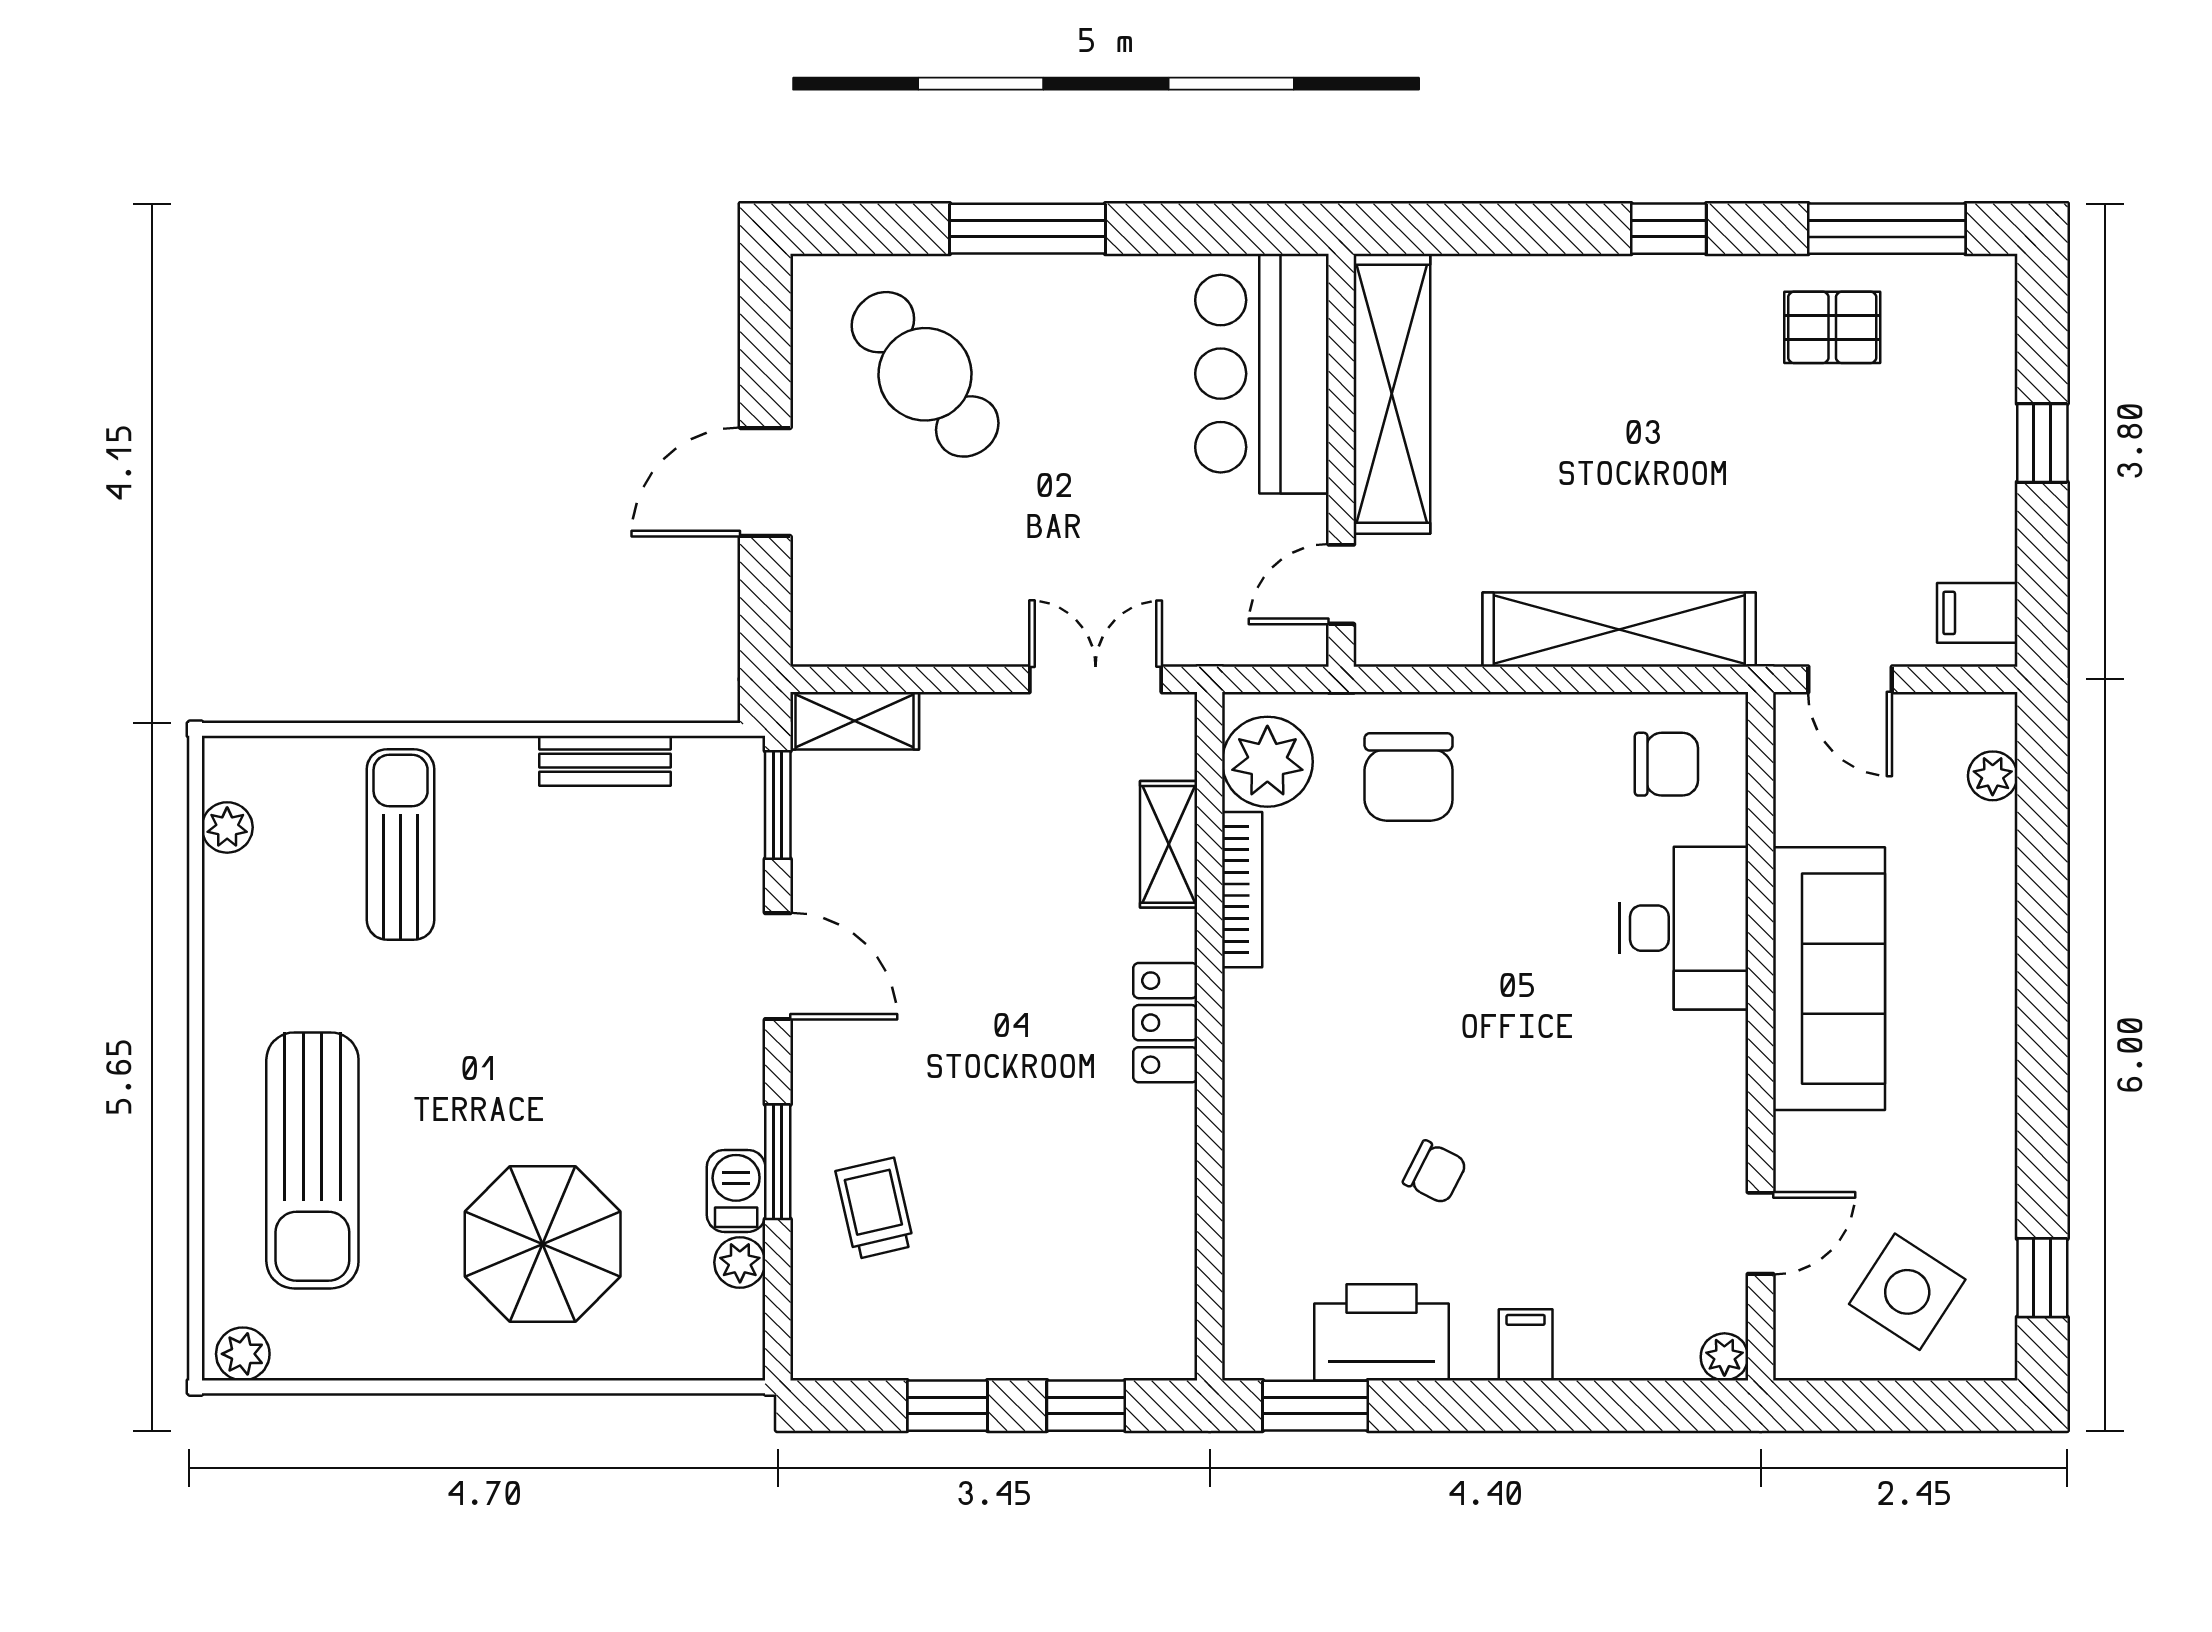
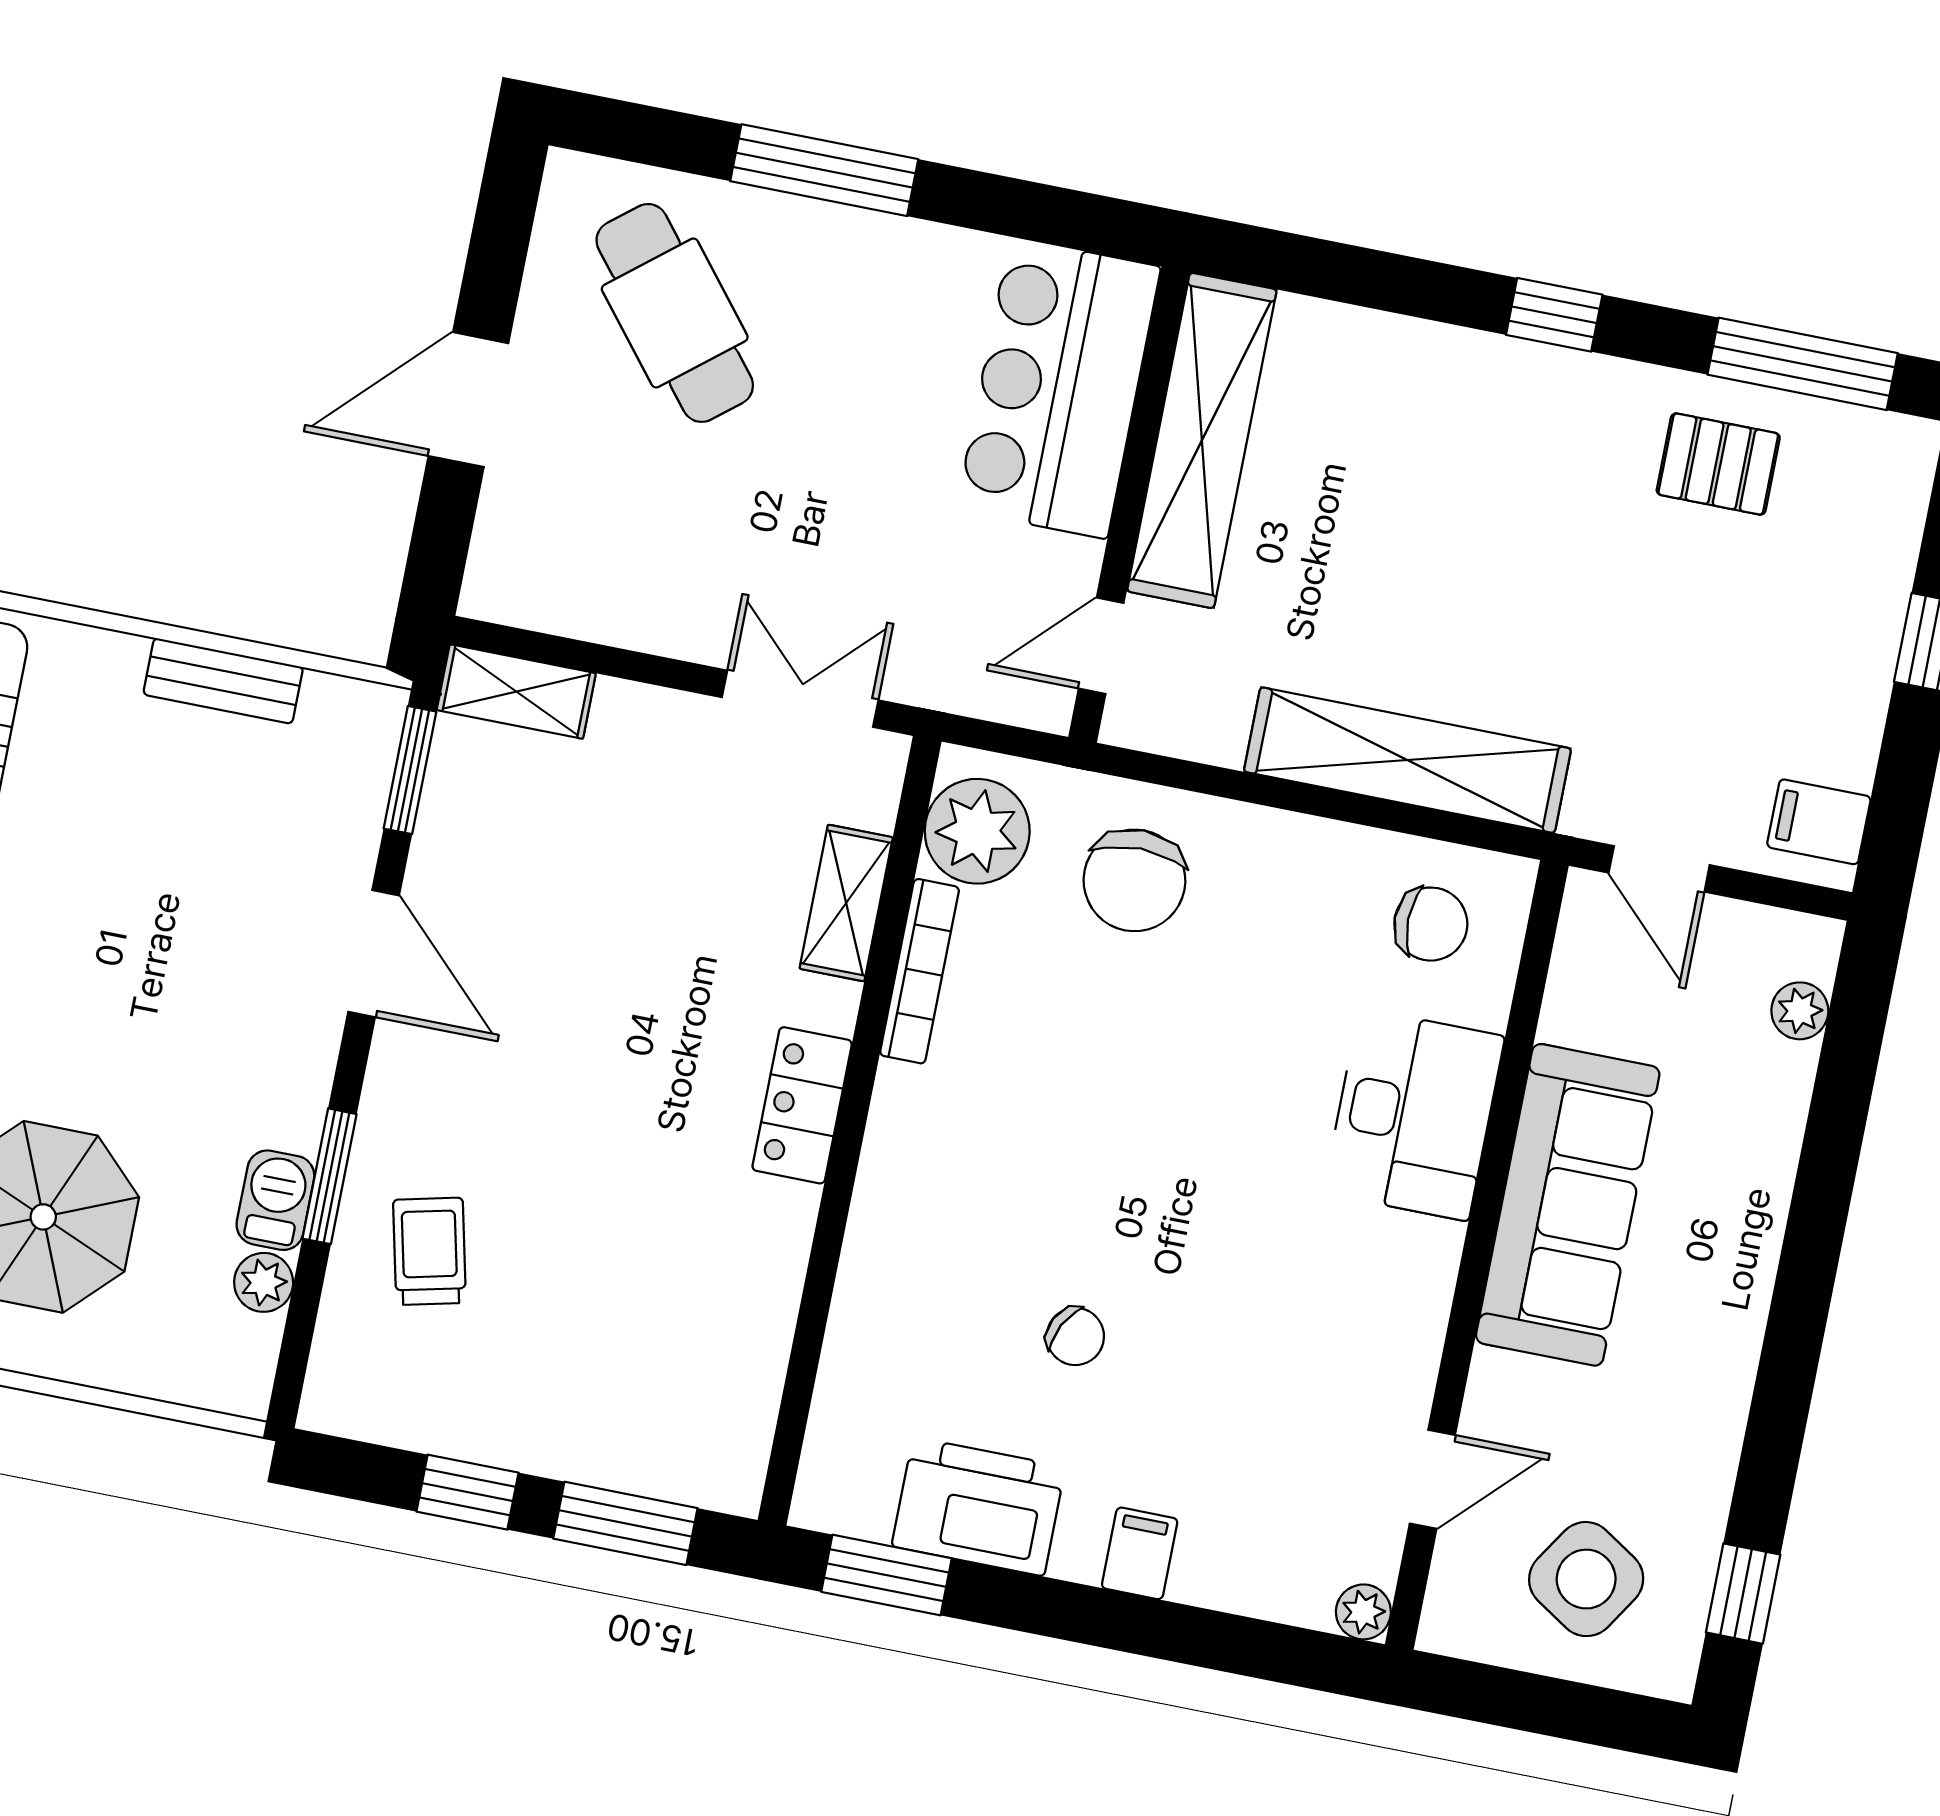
window: (1086, 1406) -> (625, 1523), width x1.50

